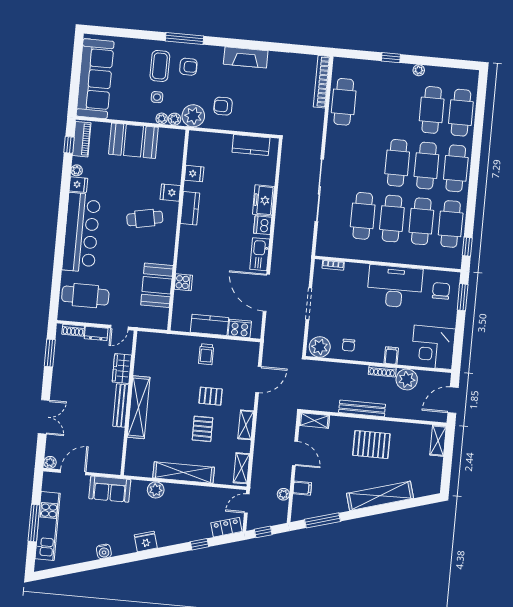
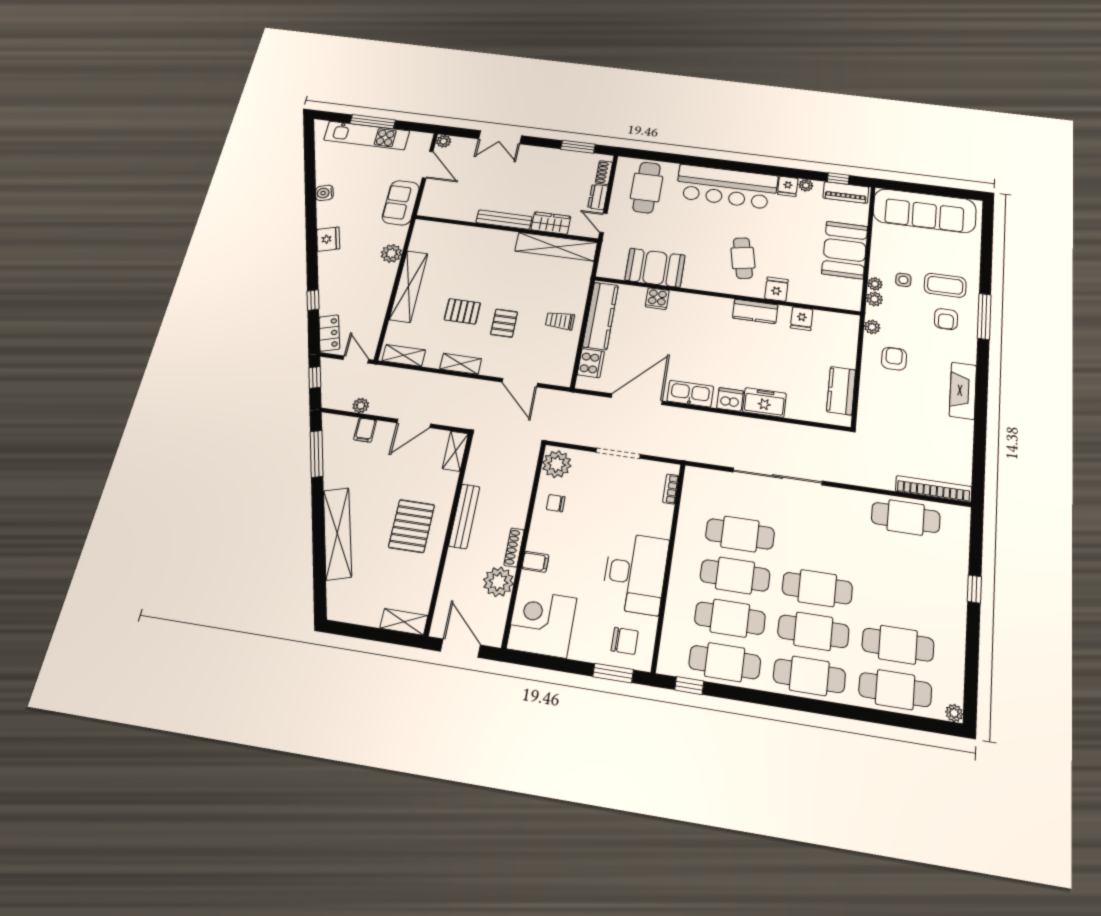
plant: (419, 70) -> (954, 713), moved
plant: (193, 116) -> (872, 327), width x0.53, depth x0.53
kitchen counter: (209, 325) -> (600, 316), width x1.50
shelving: (139, 407) -> (556, 247), moved

